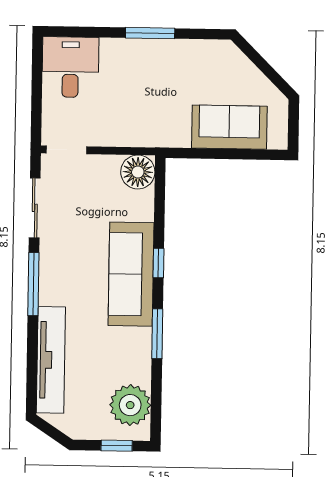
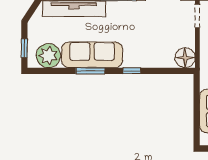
sofa: (131, 274) -> (92, 55), moved

